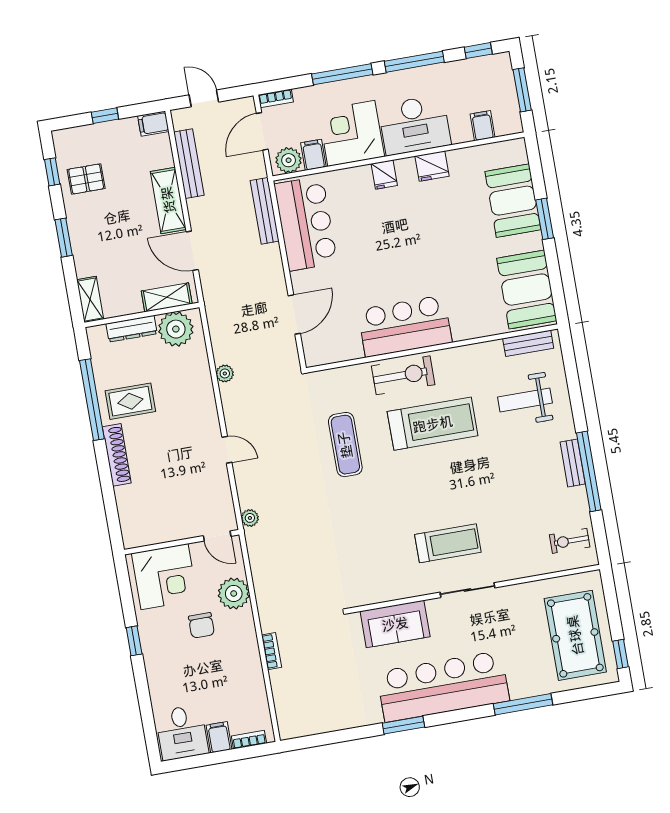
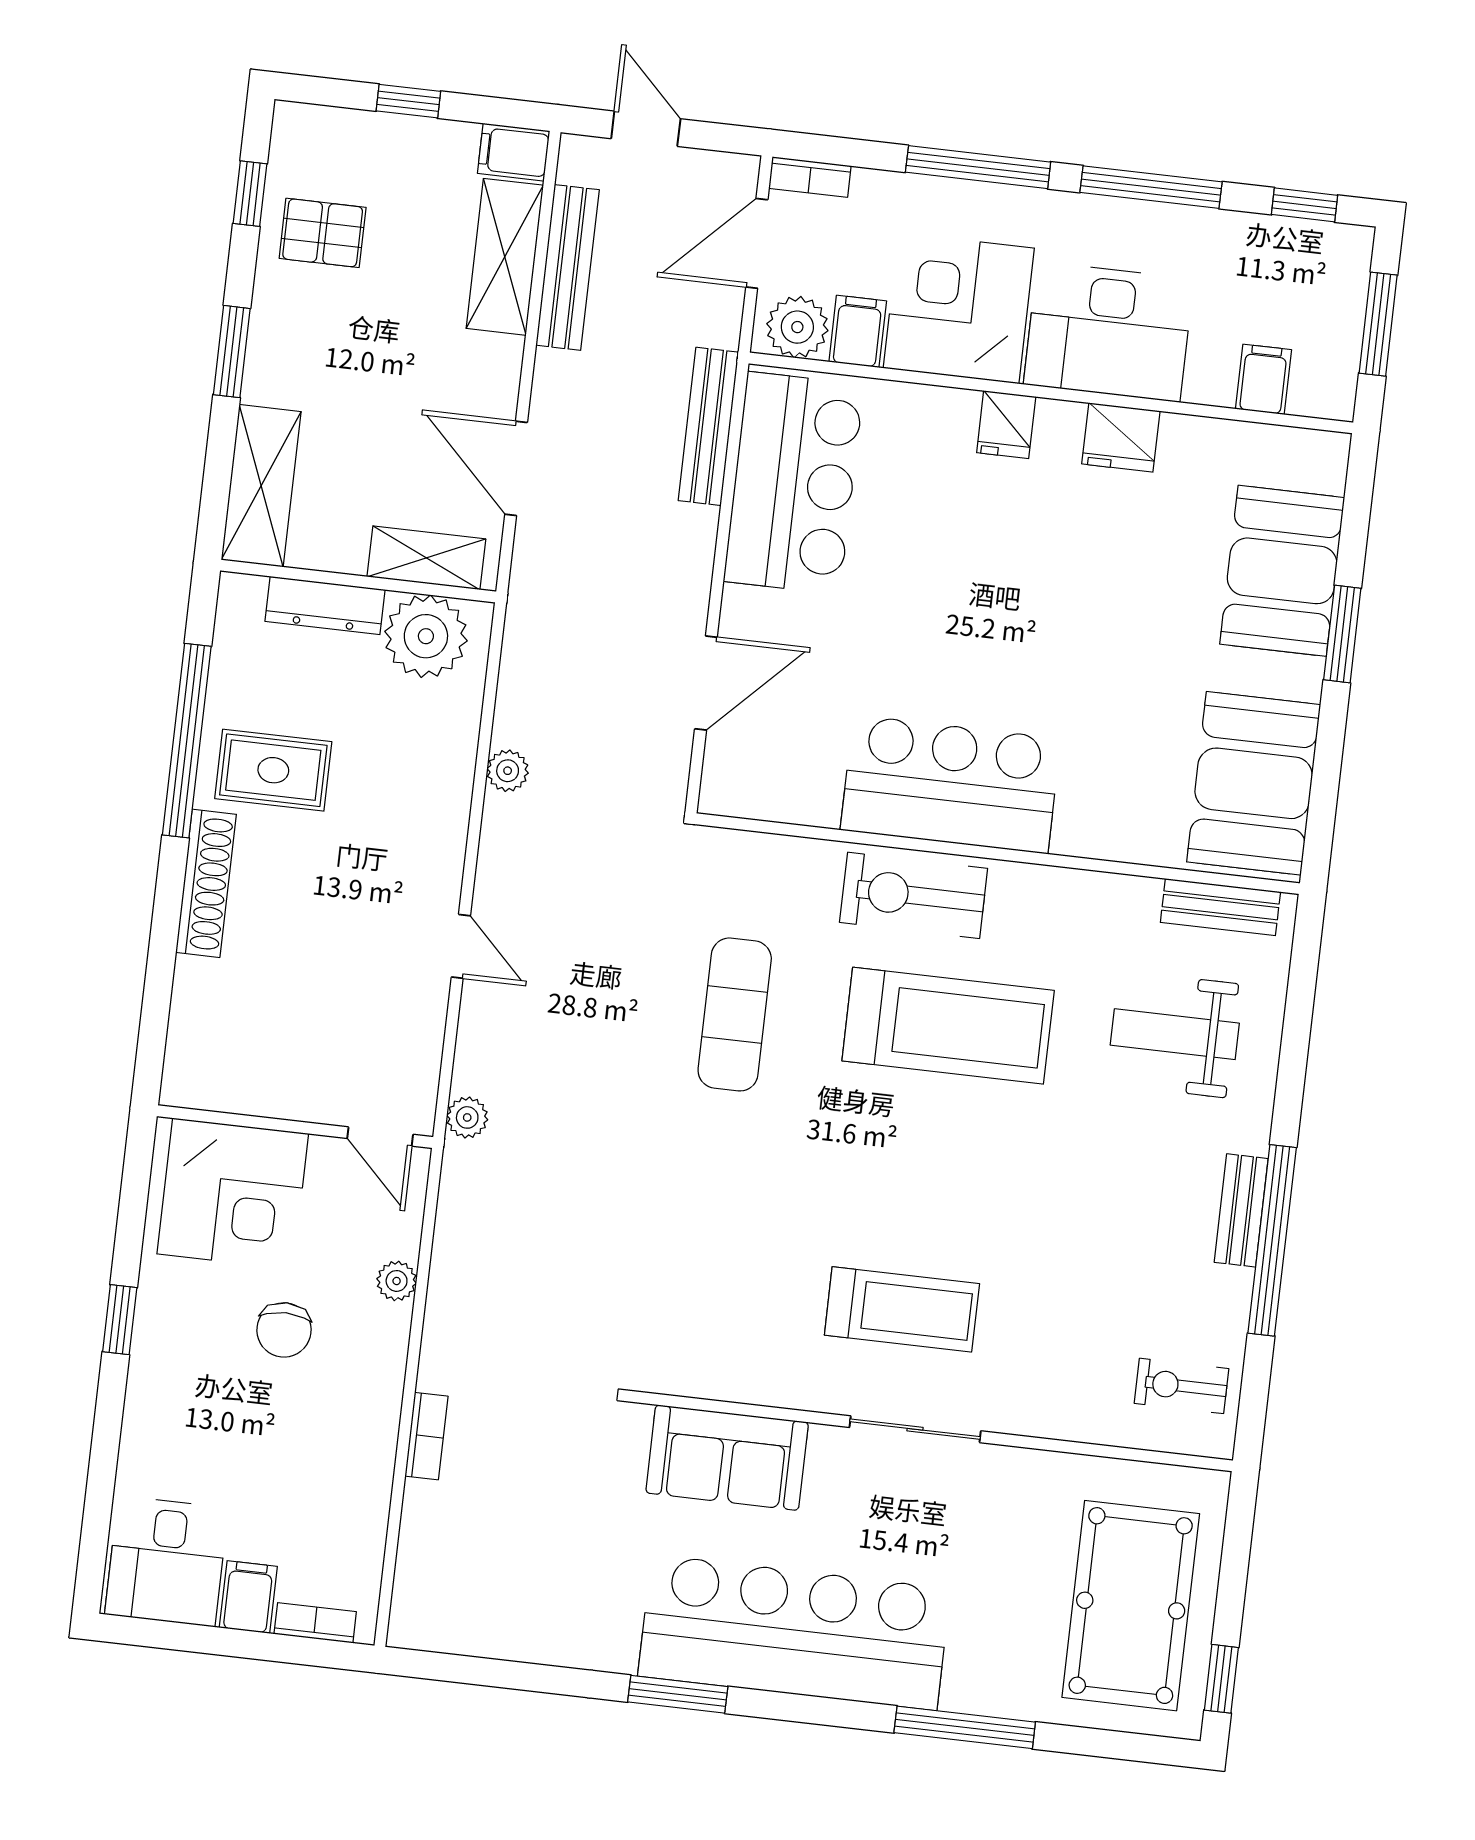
shelving: (168, 200) -> (505, 257), moved
shelving: (90, 299) -> (261, 486), width x1.50, depth x1.33
exercise bike: (403, 375) -> (914, 895), turned 180
plant: (234, 593) -> (397, 1281), width x0.53, depth x0.53

